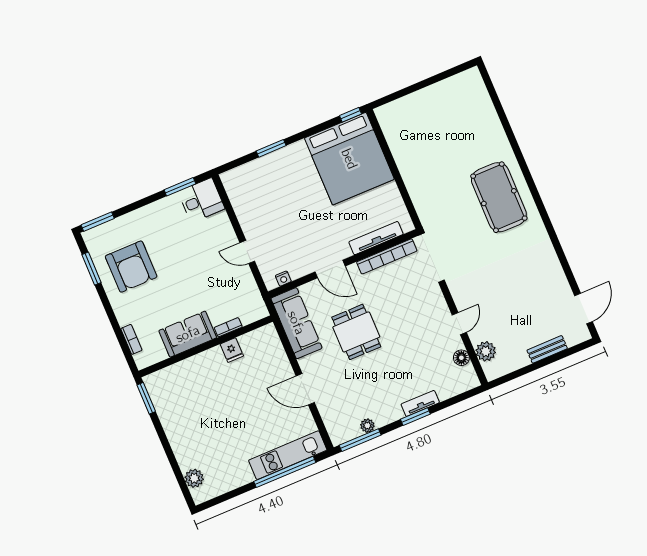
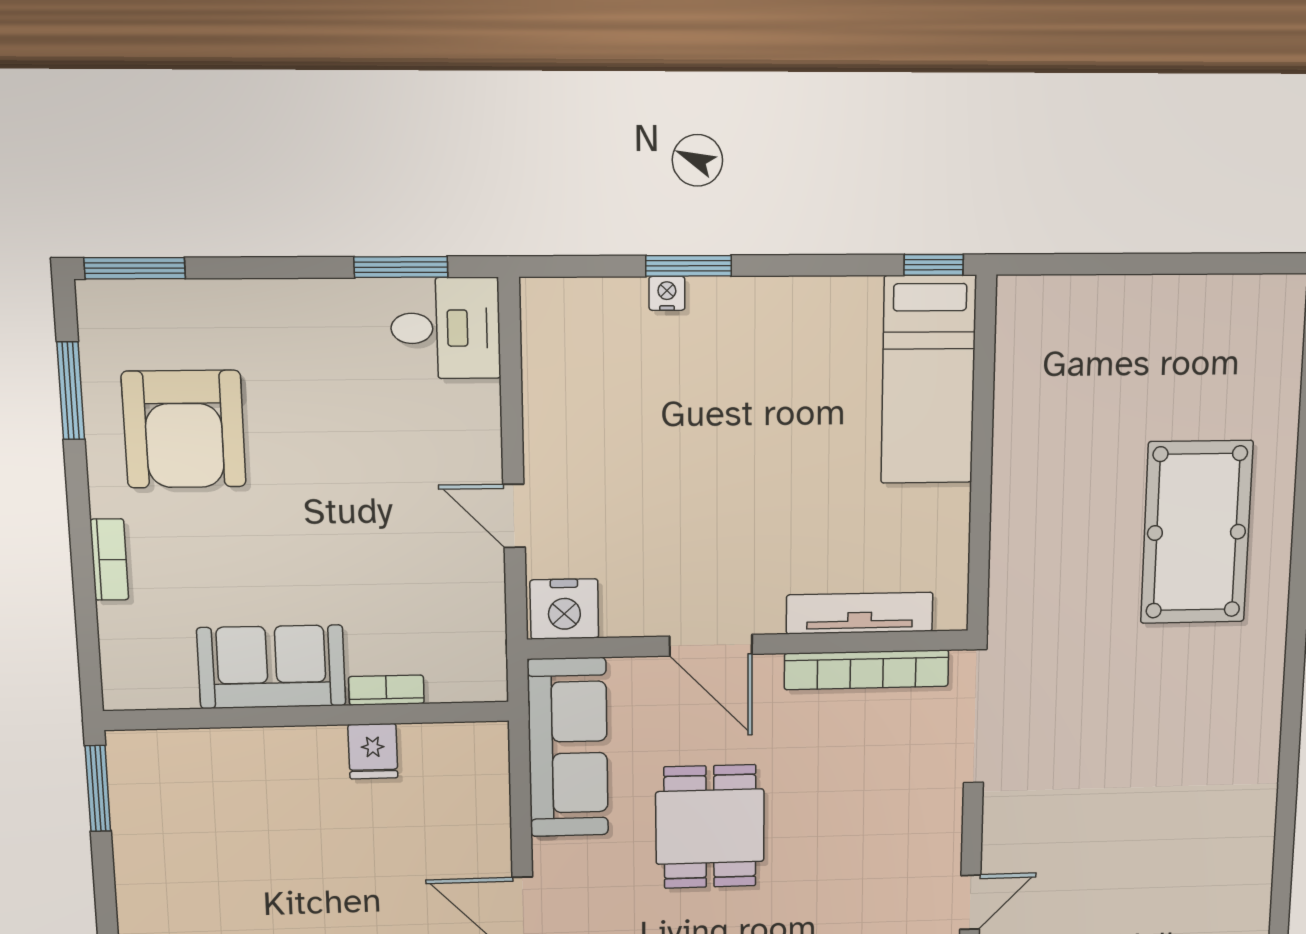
bed: (349, 159) -> (928, 380), width x0.49
nightstand: (268, 160) -> (667, 293), added
pool table: (499, 197) -> (1197, 532), moved
nightstand: (283, 279) -> (564, 609), width x1.89, depth x1.79
bookcase: (131, 339) -> (109, 560), moved

